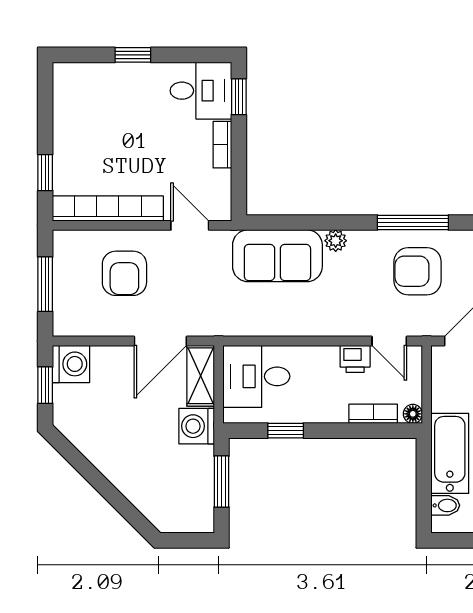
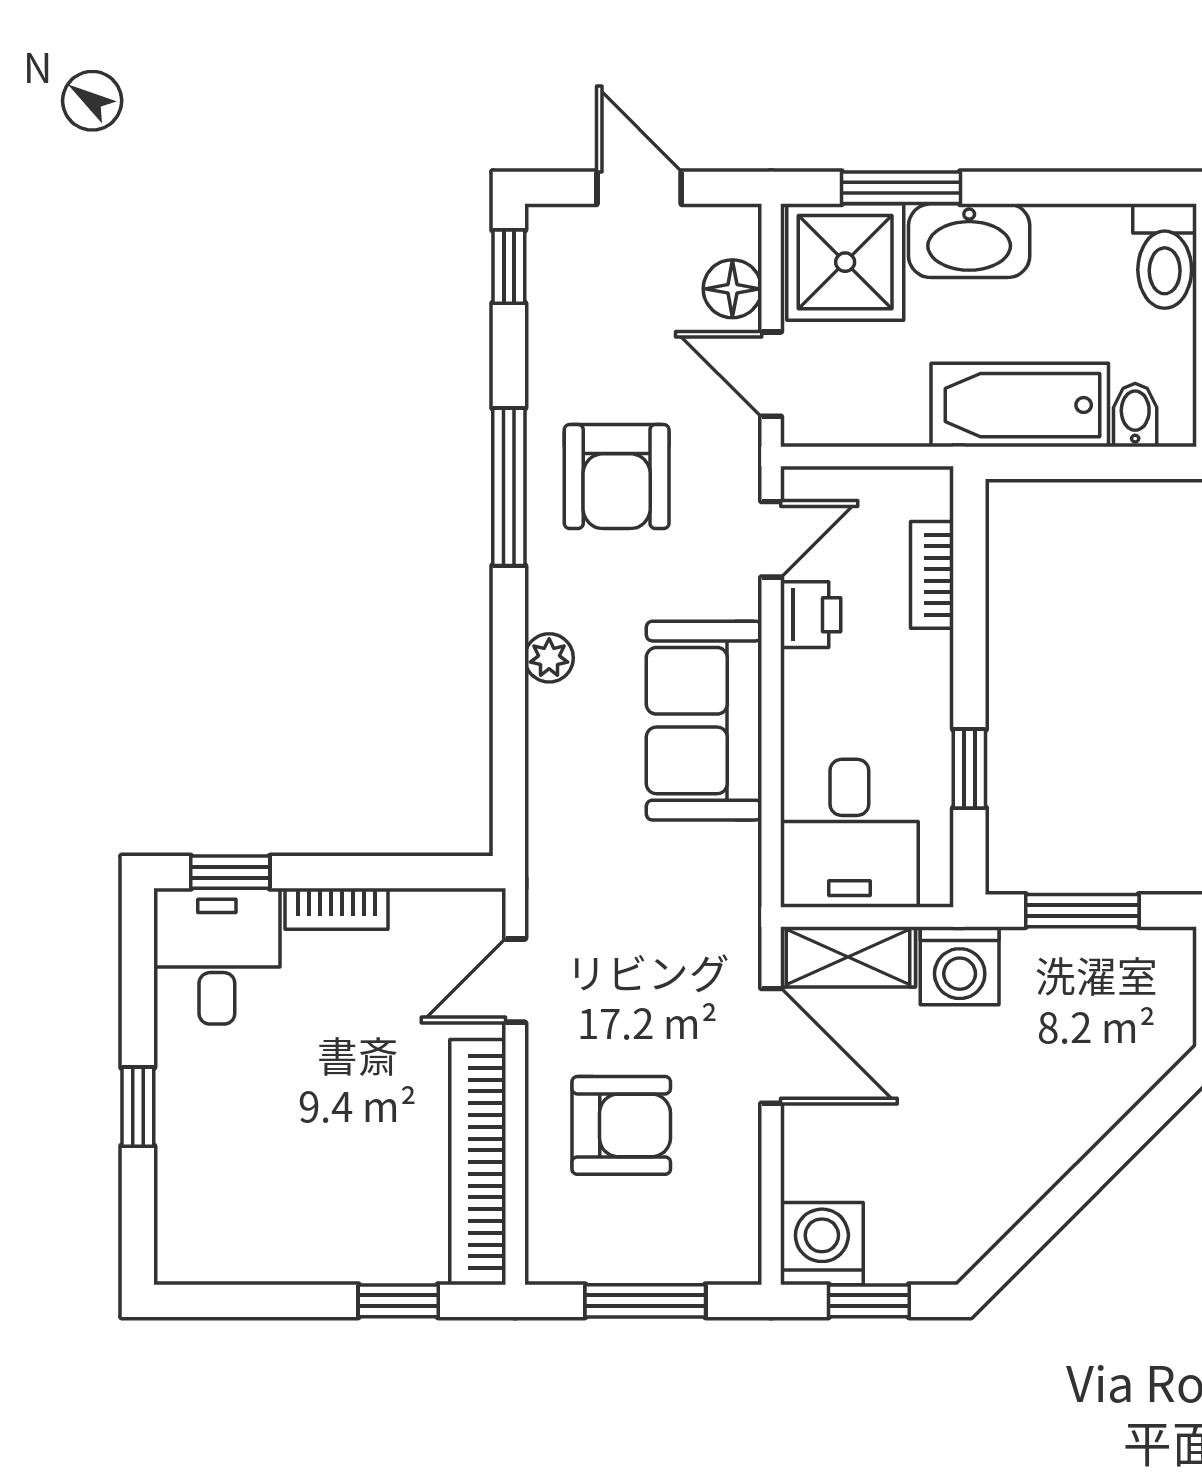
sofa: (277, 256) -> (704, 721), moved, turned 180
floor lamp: (413, 414) -> (932, 487), removed

